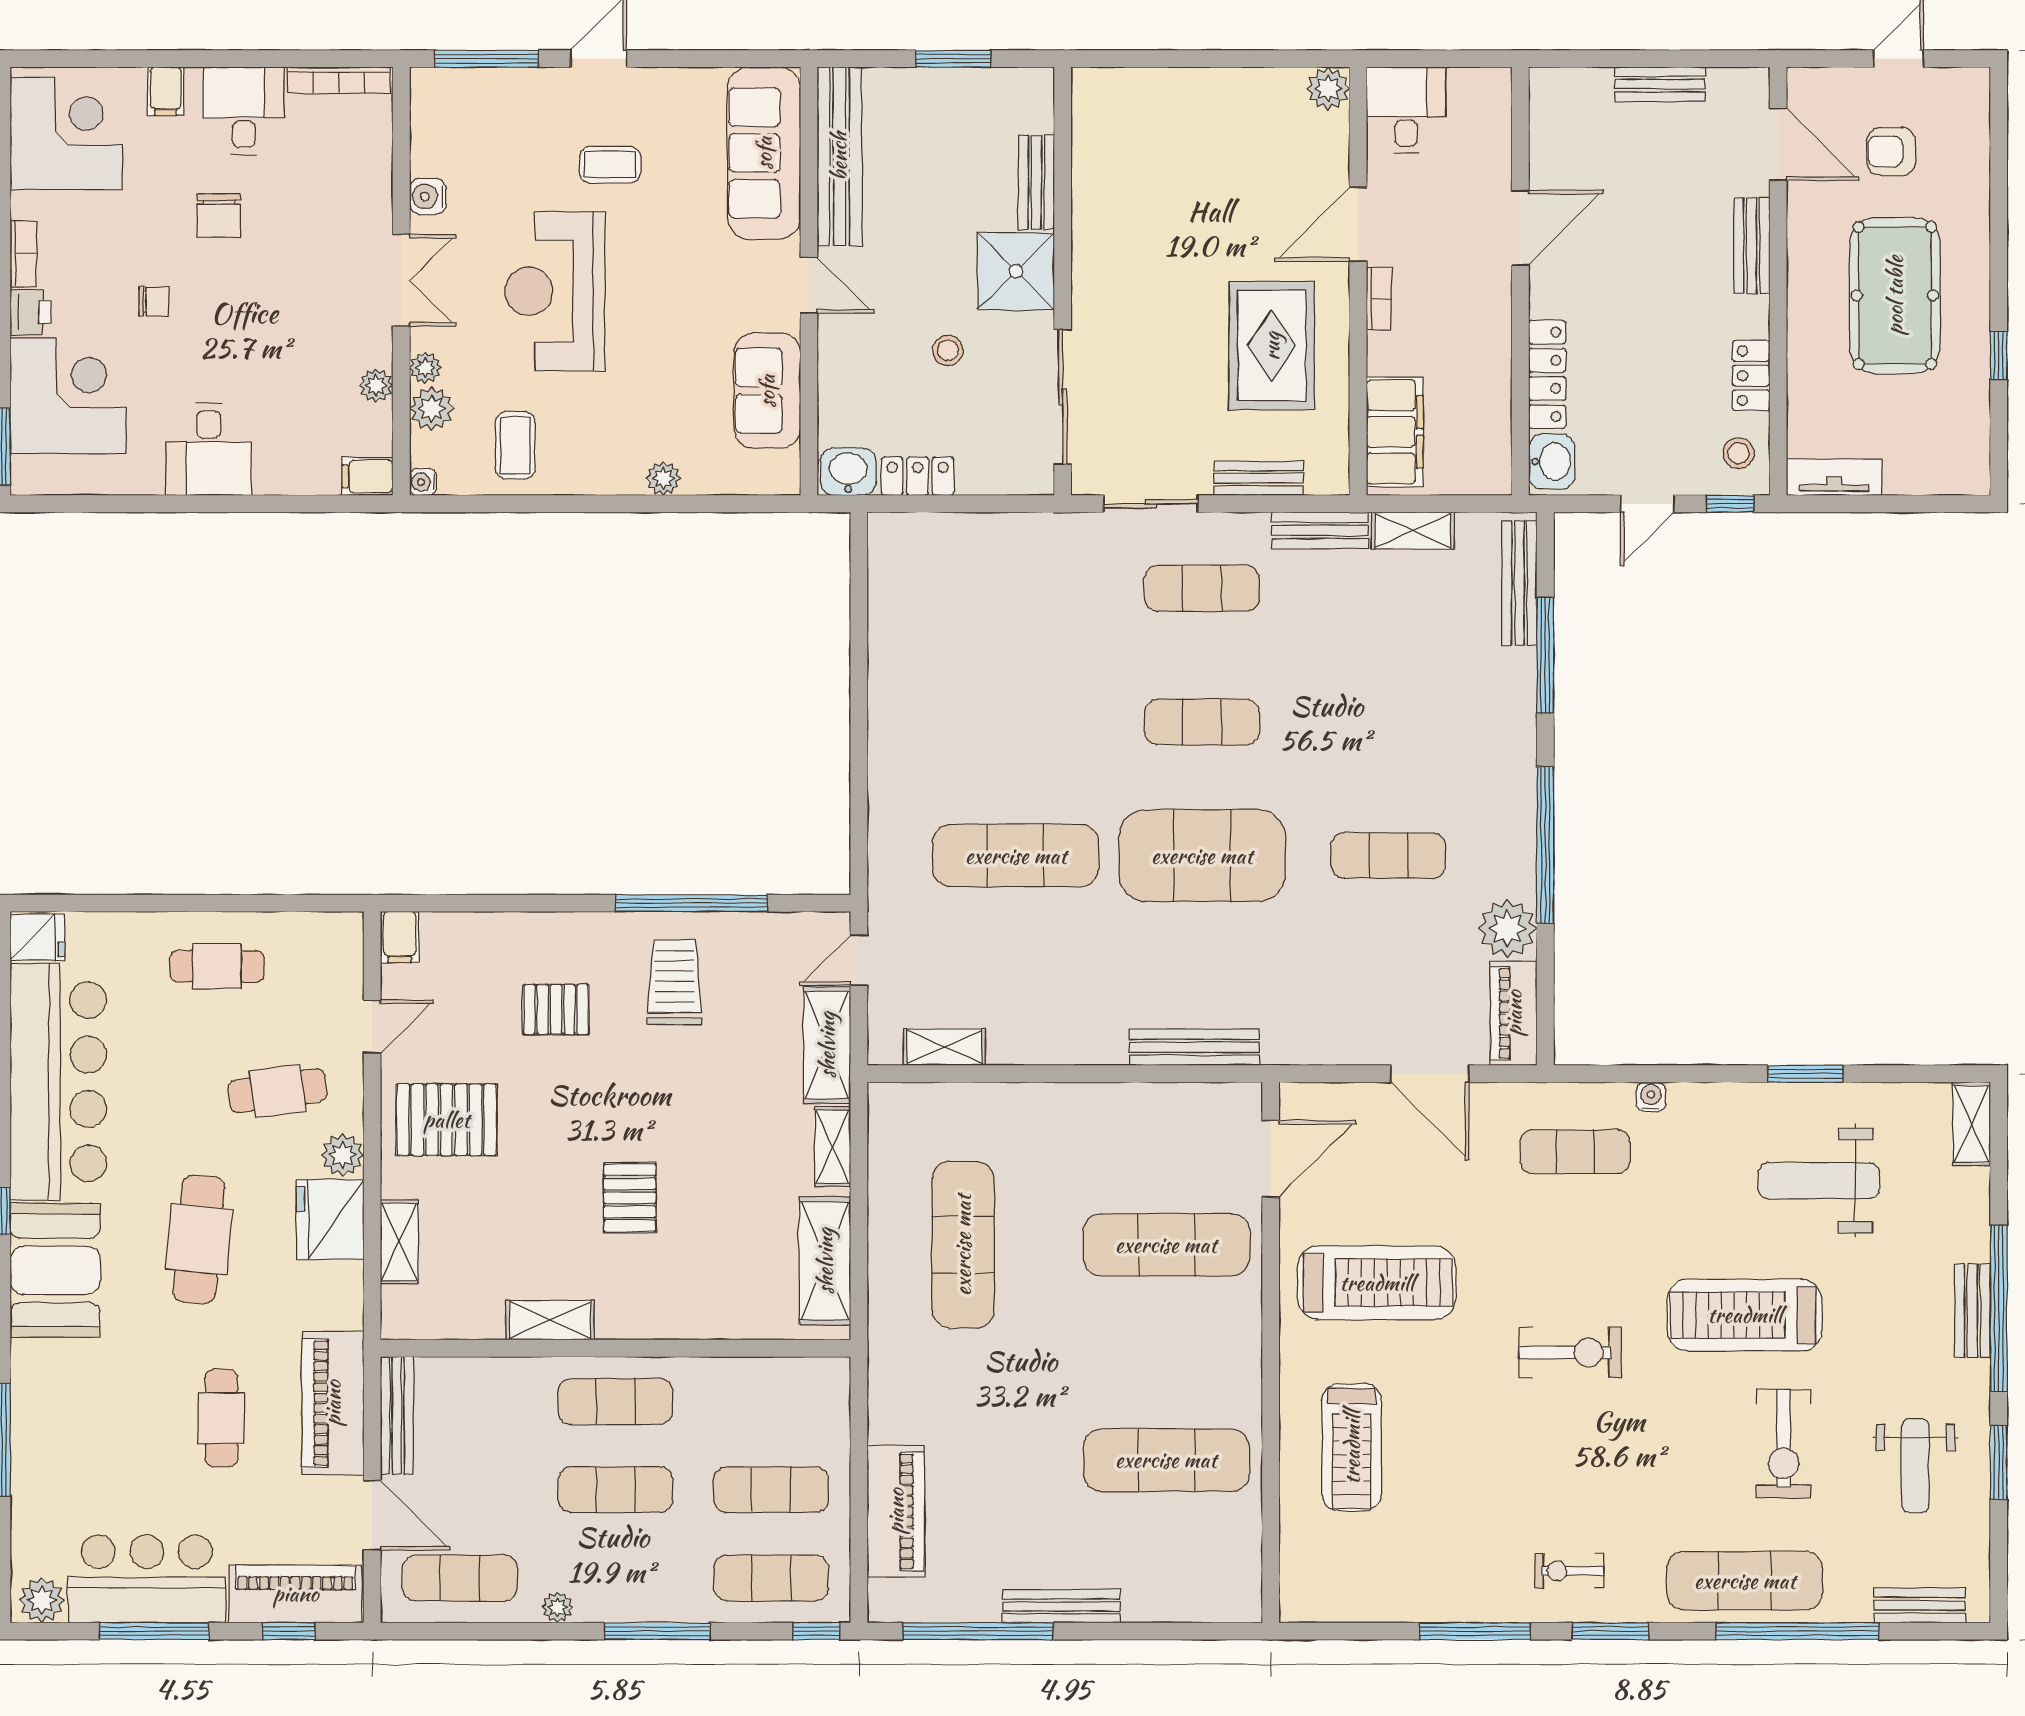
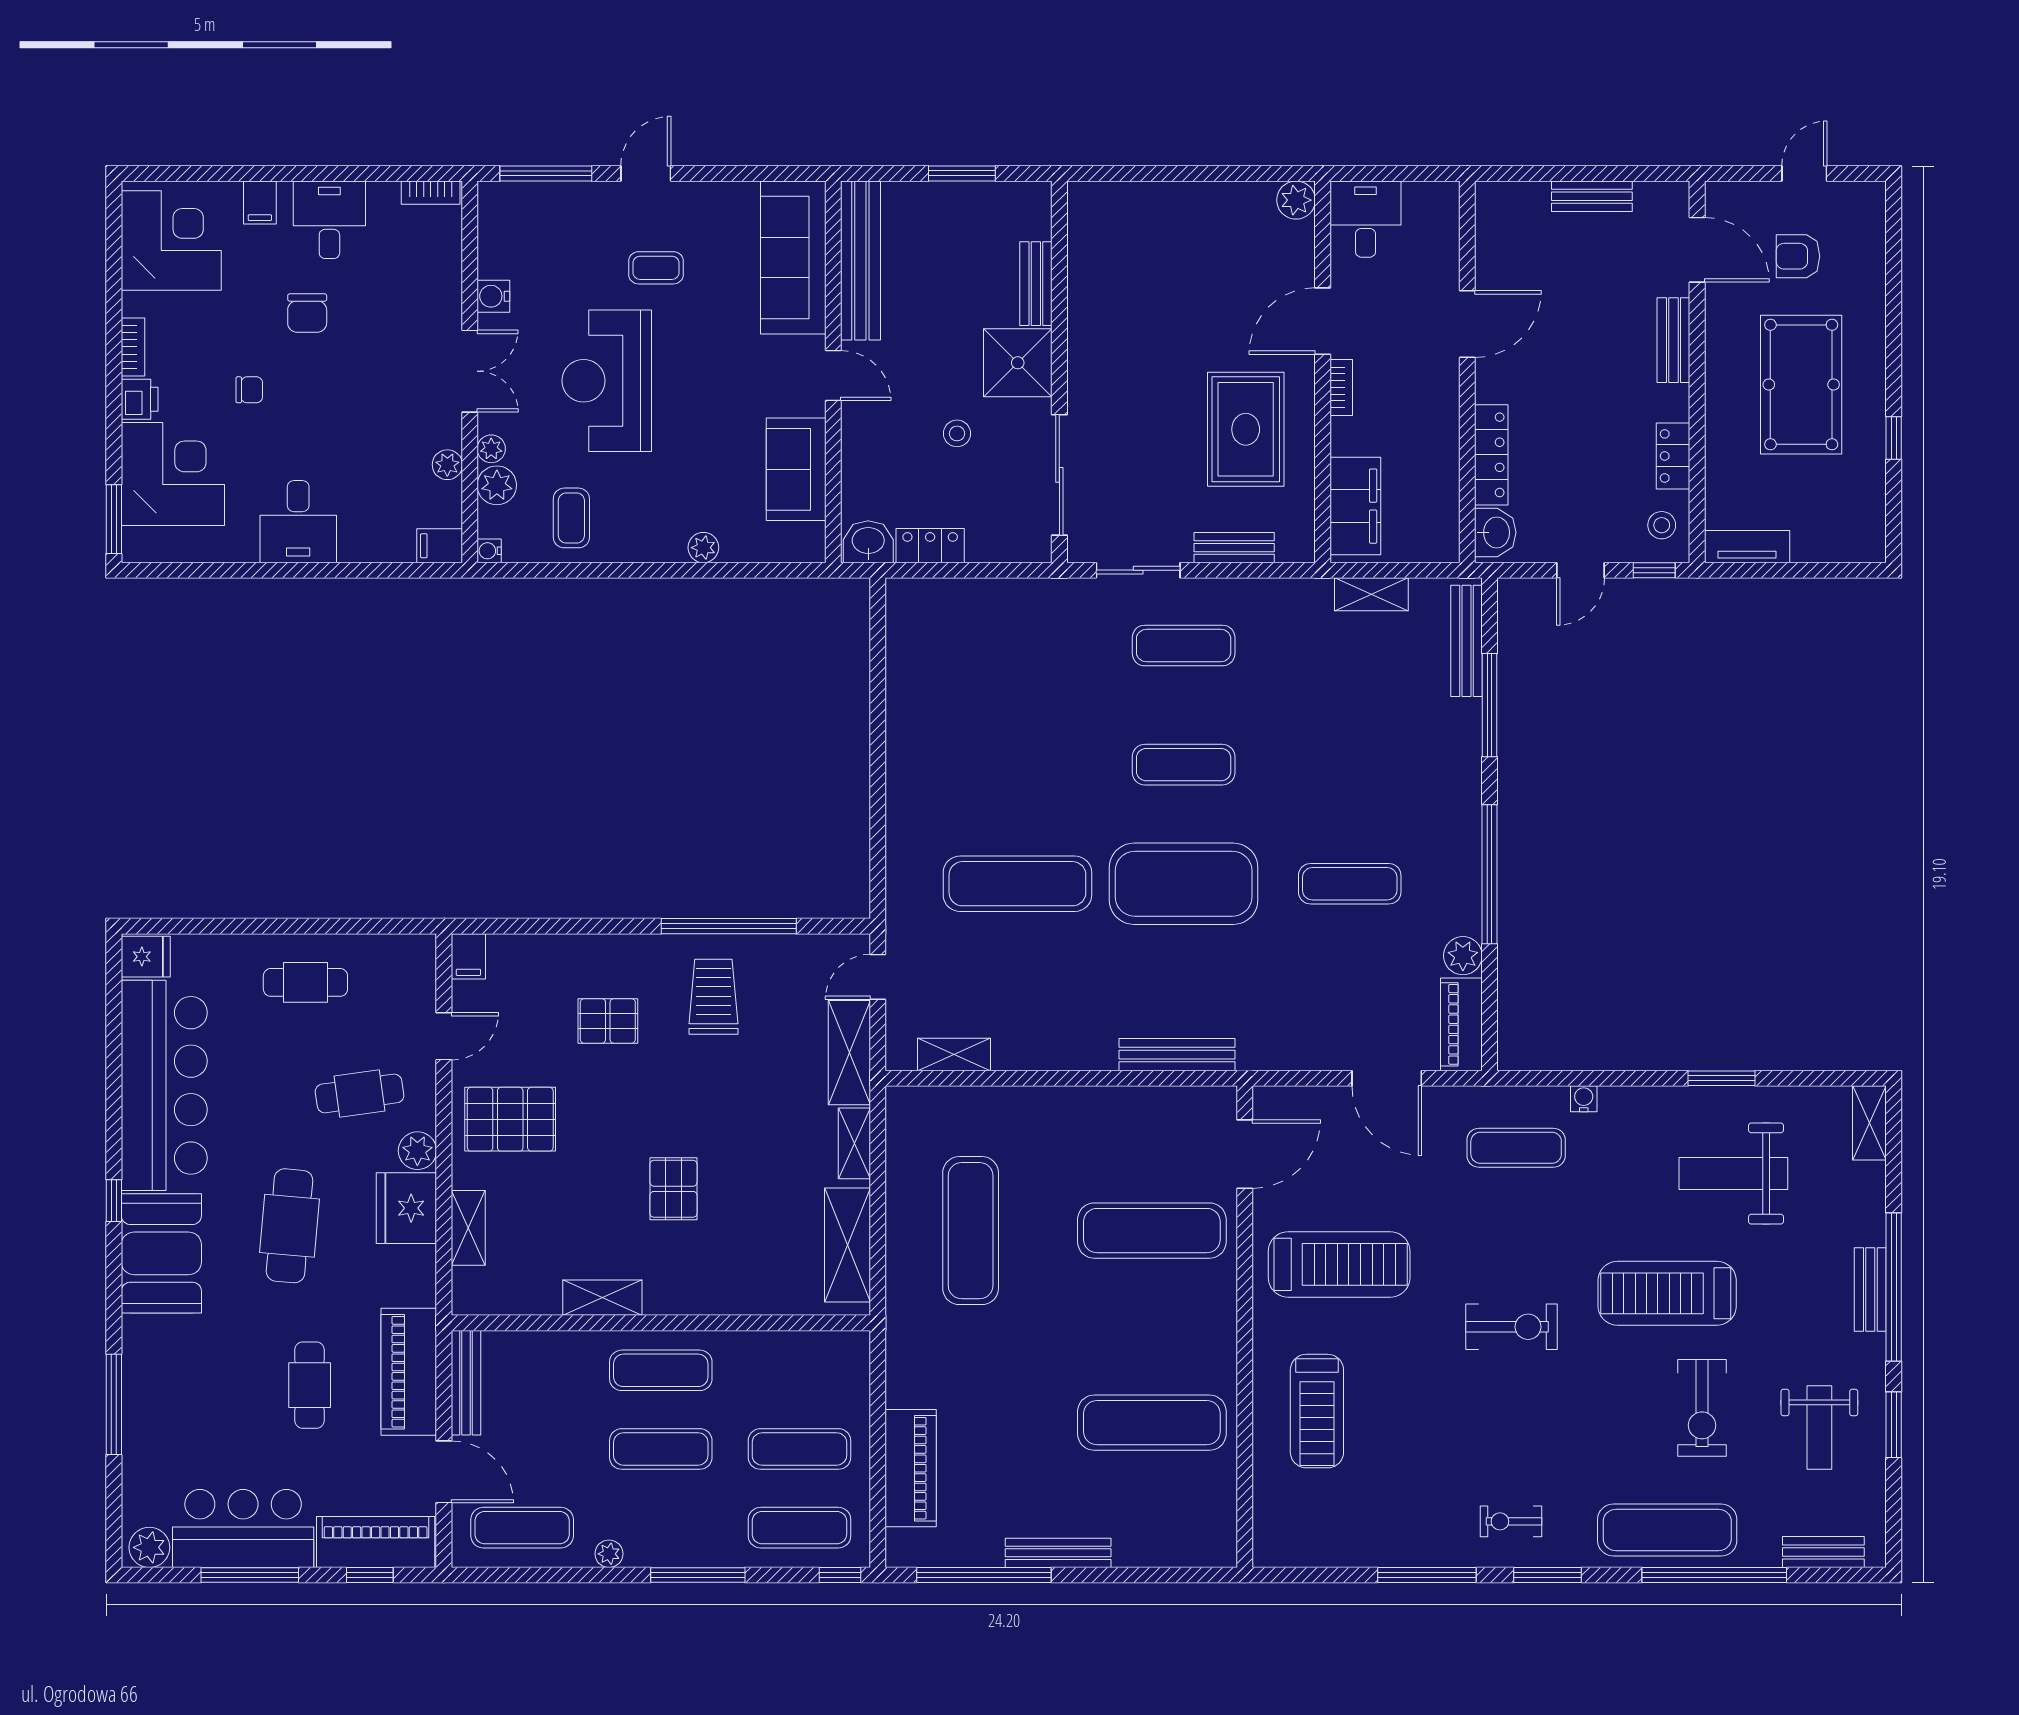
bookcase: (339, 80) -> (431, 193), width x0.64
bench: (1320, 530) -> (1289, 594), removed
plant: (1508, 928) -> (1463, 956), width x0.73, depth x0.73

